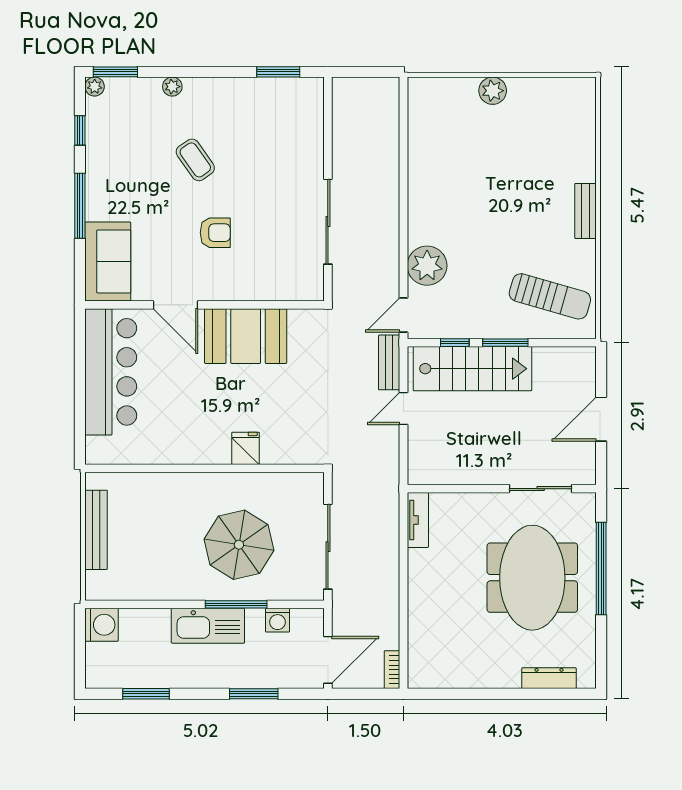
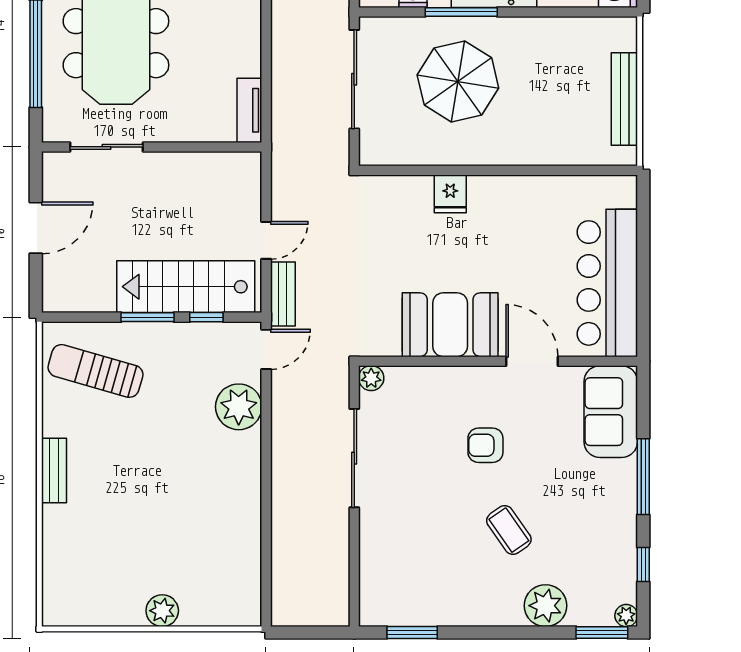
plant: (172, 87) -> (545, 606), width x1.88, depth x1.88
plant: (313, 290) -> (371, 378), added

